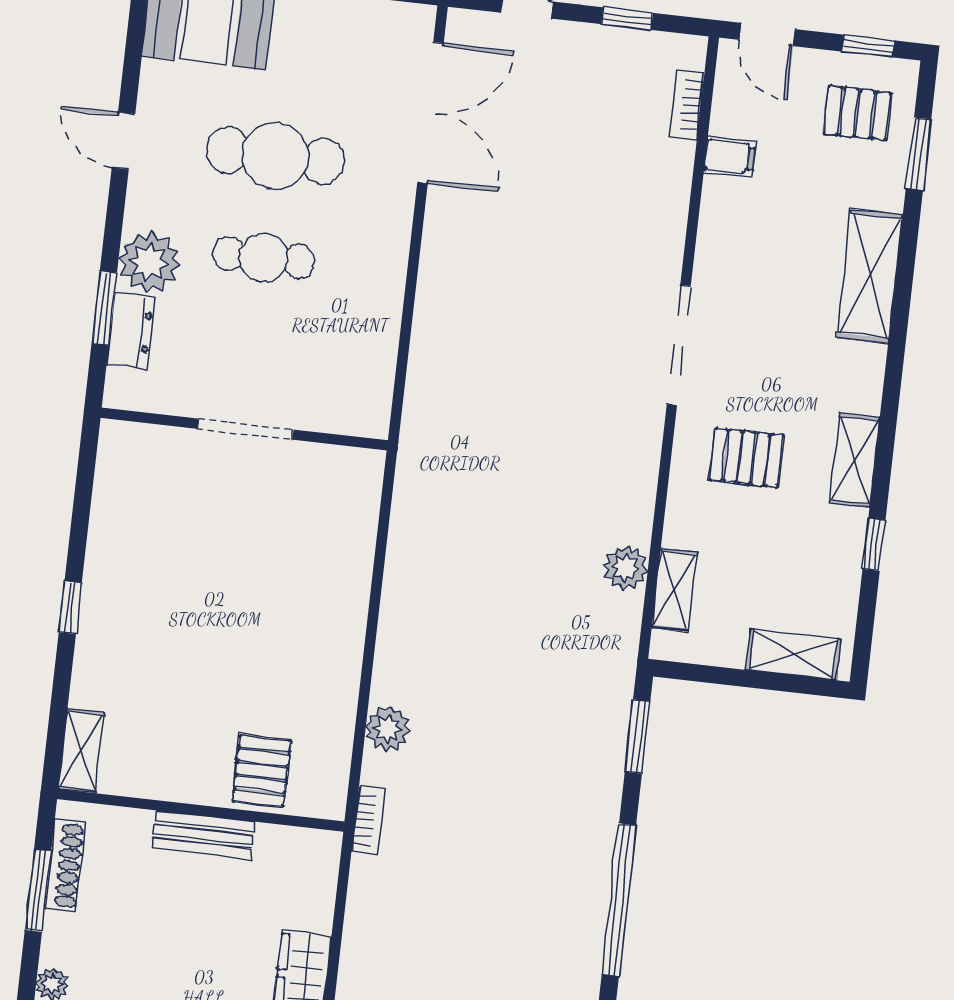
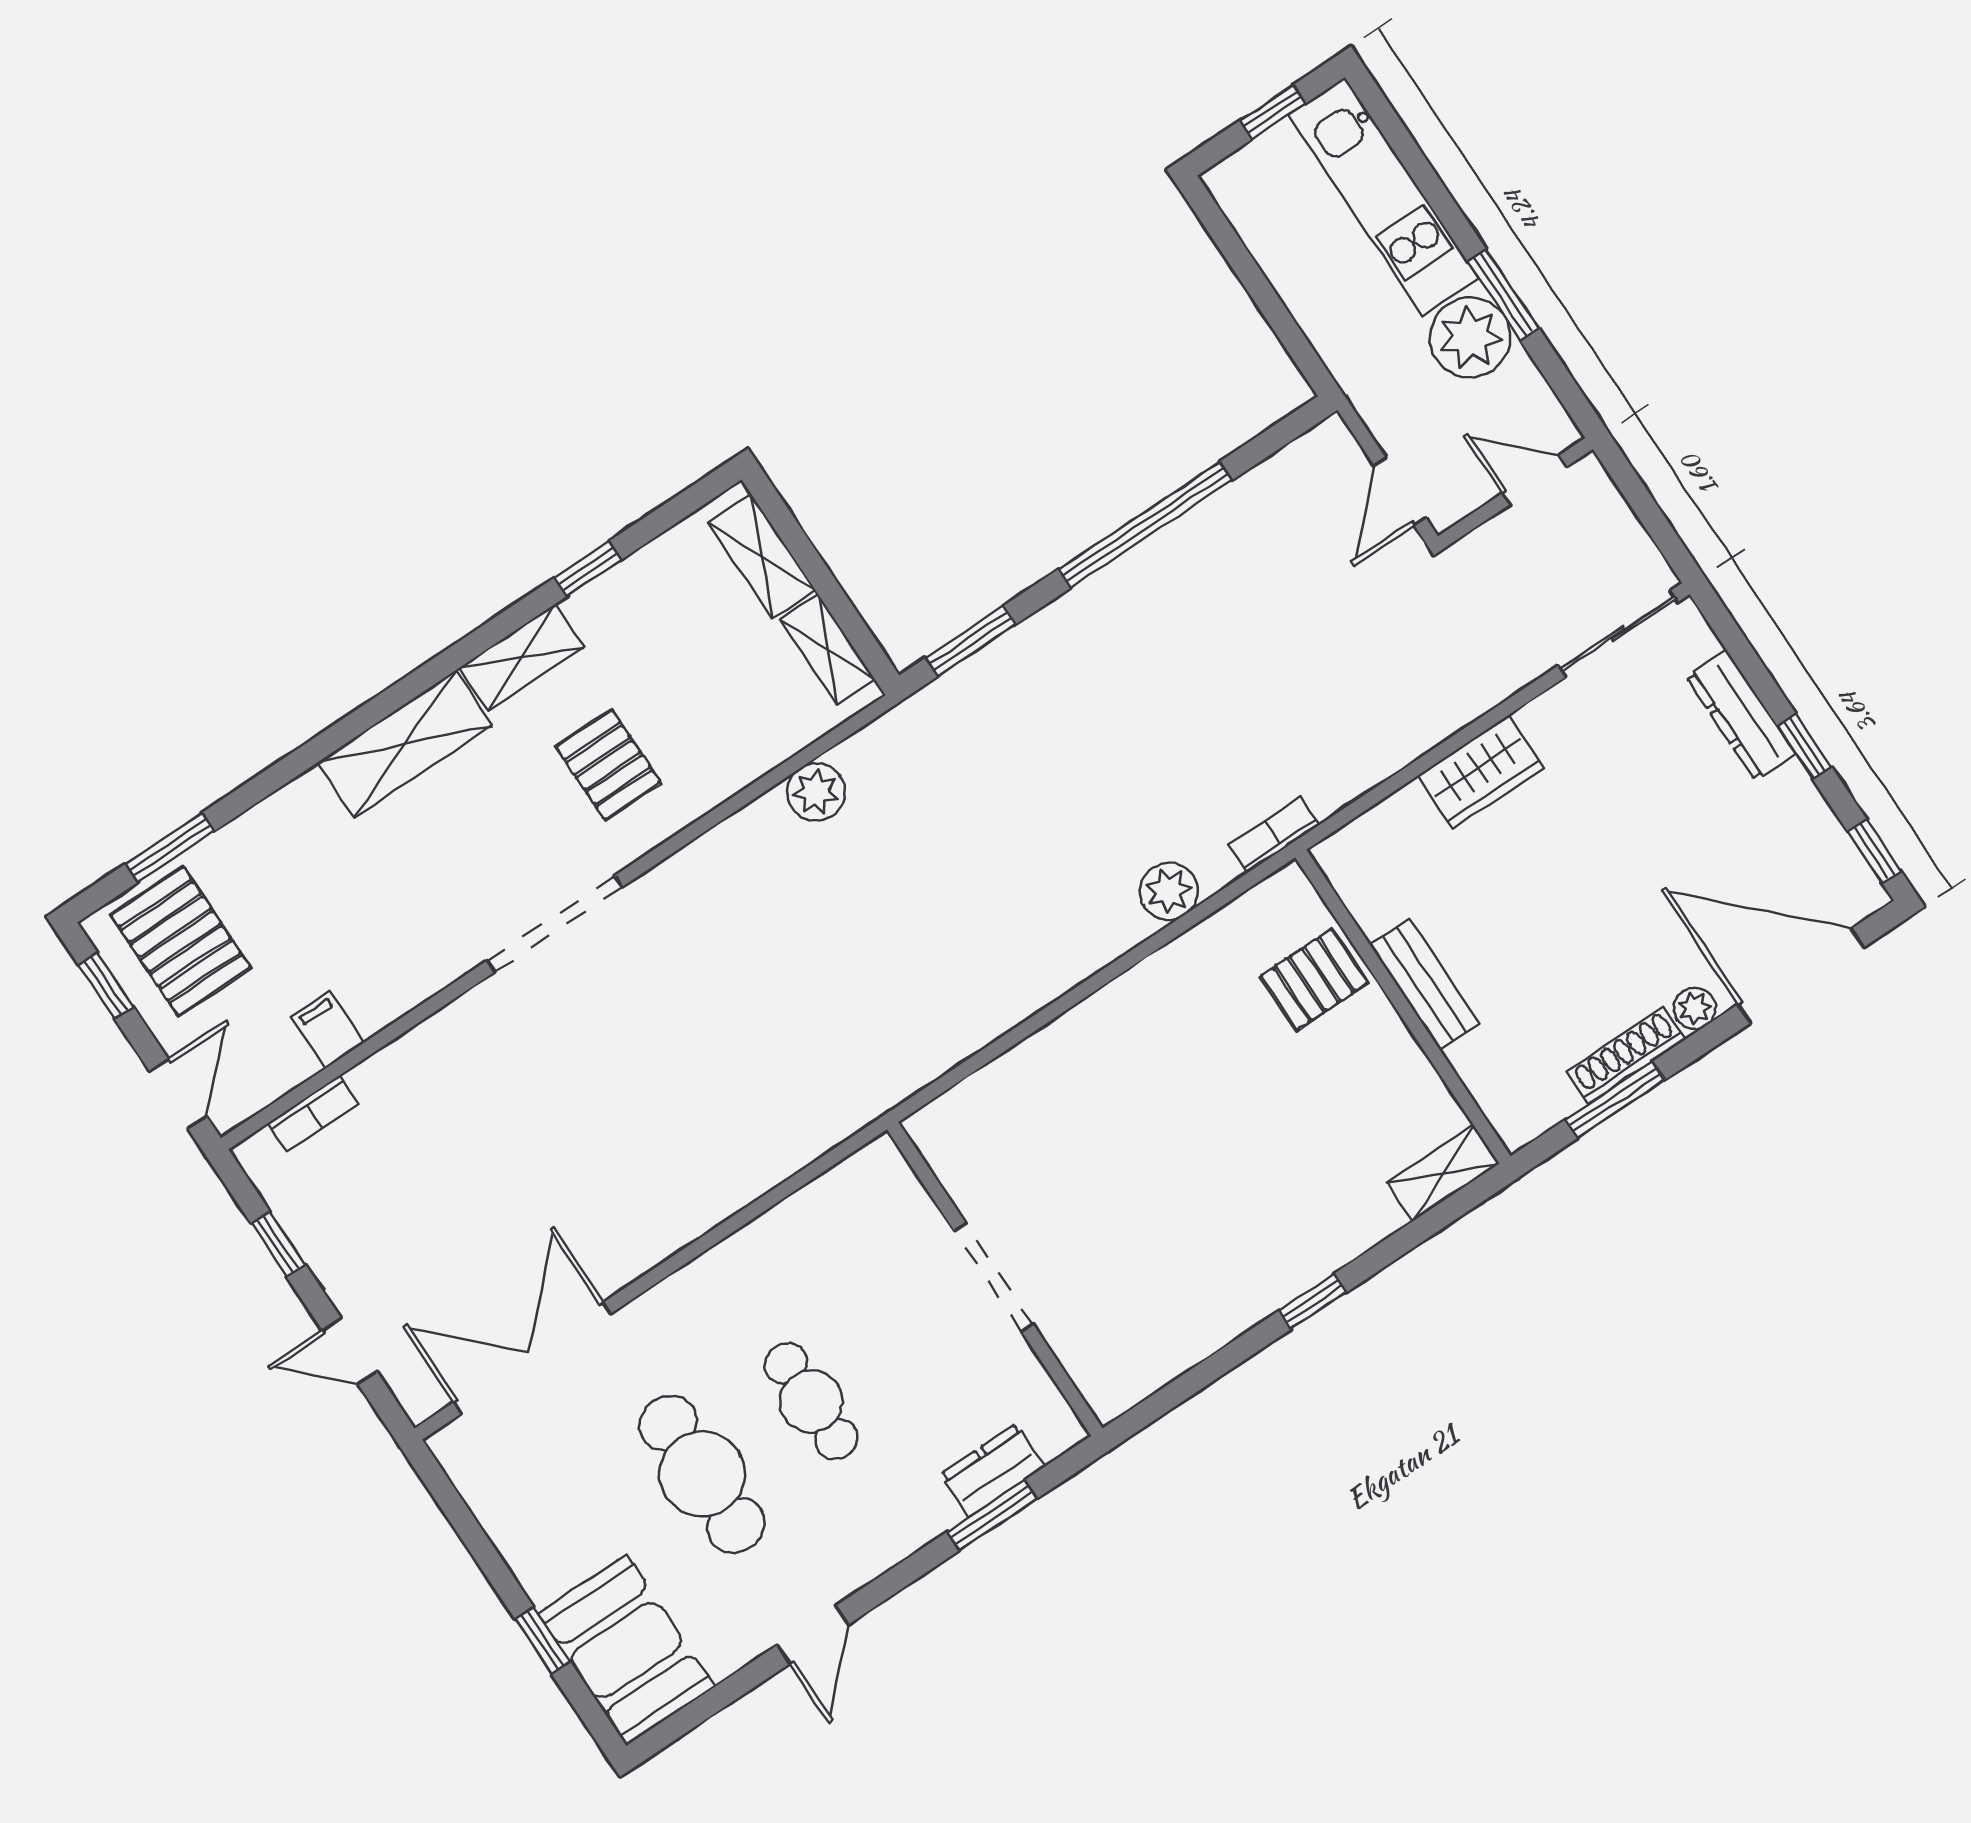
pallet: (857, 113) -> (181, 941), width x1.50, depth x1.42
plant: (149, 262) -> (910, 1509), removed
shelving: (870, 276) -> (405, 744), moved
shelving: (674, 590) -> (828, 650), moved, turned 90
shoe rack: (65, 865) -> (1626, 1056), moved

